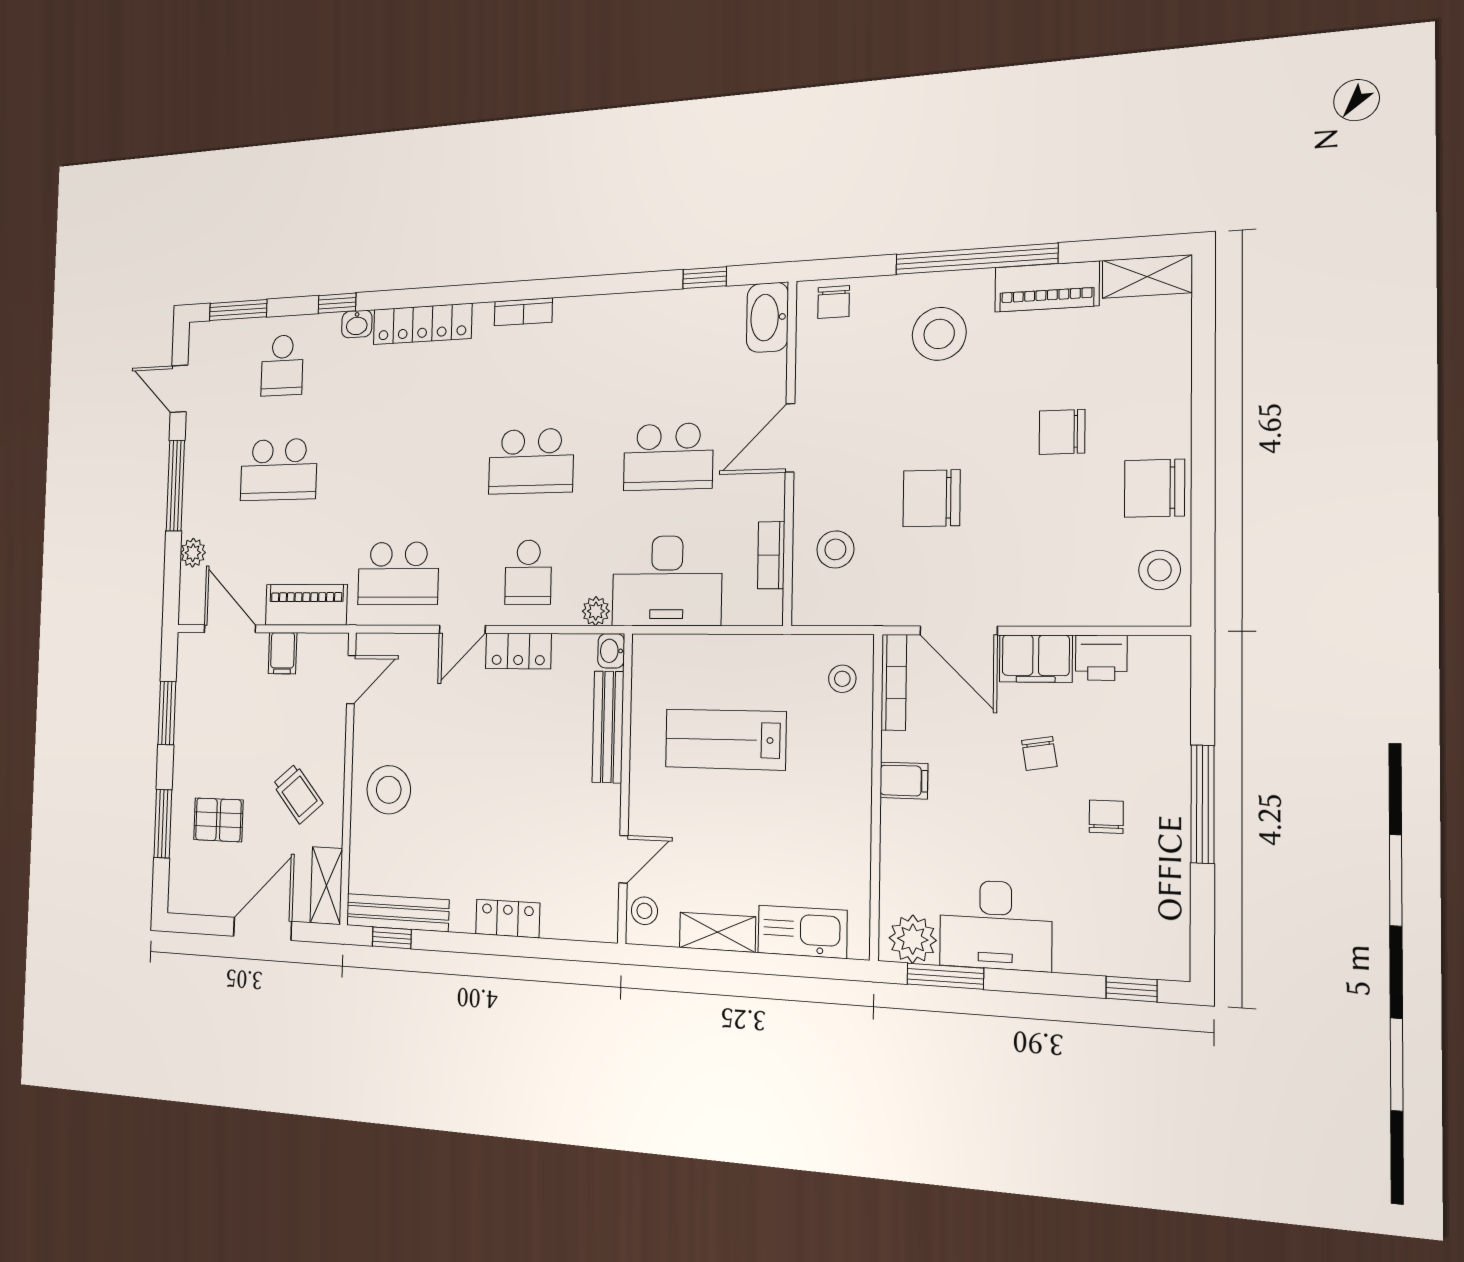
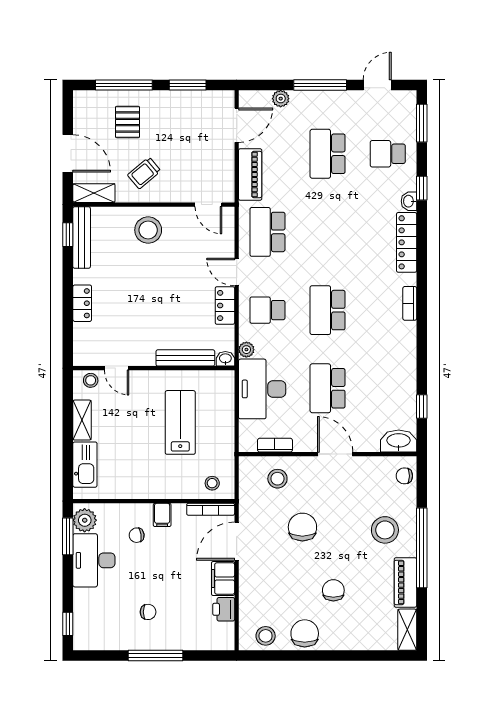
filing cabinet: (282, 653) -> (223, 160), removed
chair: (1039, 753) -> (137, 535), moved
window: (163, 824) -> (124, 85), width x1.44

